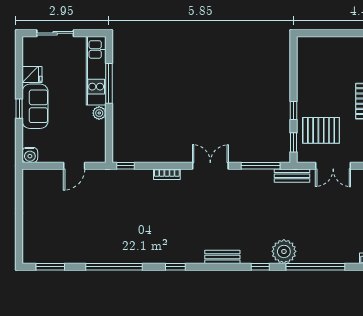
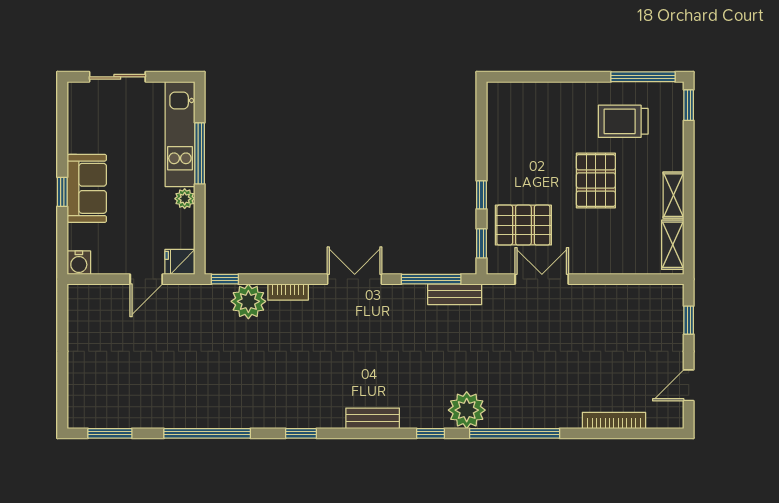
fridge: (32, 75) -> (180, 262), moved, turned 180
double door: (333, 166) -> (542, 279), swing flipped
bench: (292, 176) -> (455, 294), moved
plant: (141, 180) -> (248, 301), added

